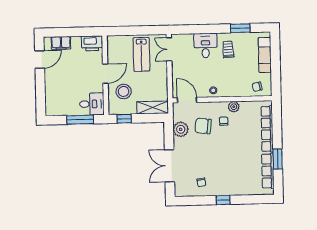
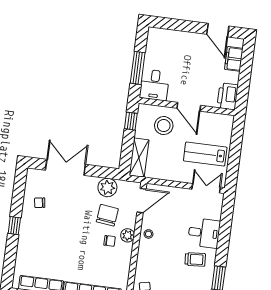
plant: (234, 107) -> (128, 235), moved

